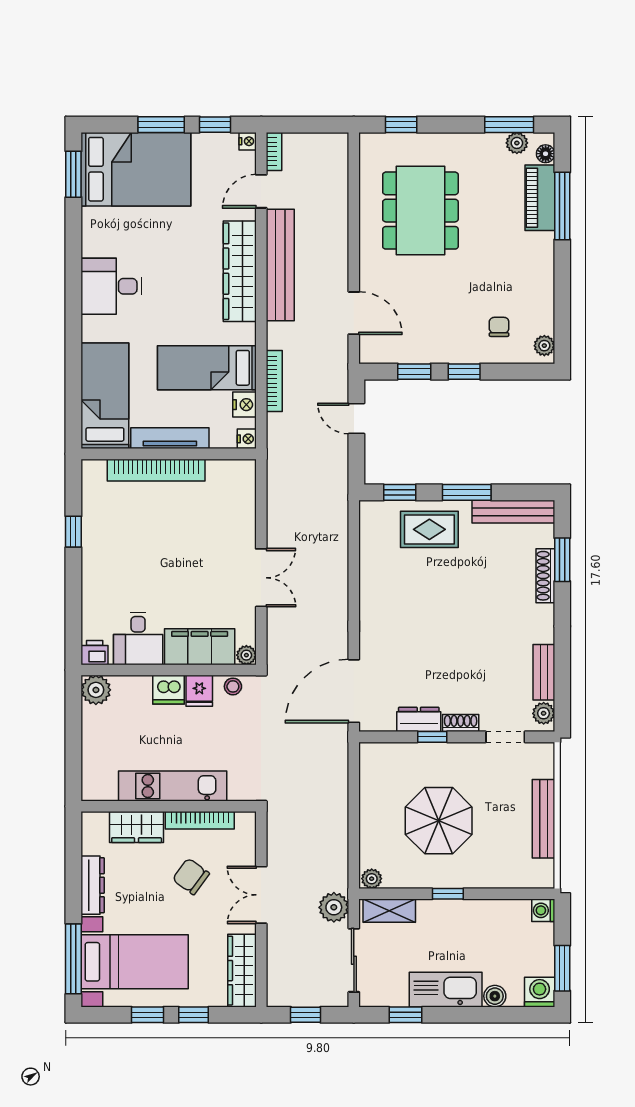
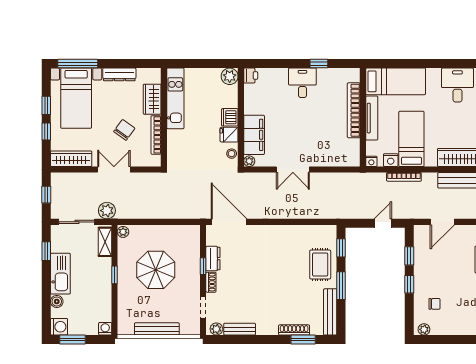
desk: (138, 638) -> (302, 83), moved, turned 90
kitchen unit: (173, 786) -> (175, 98), moved

